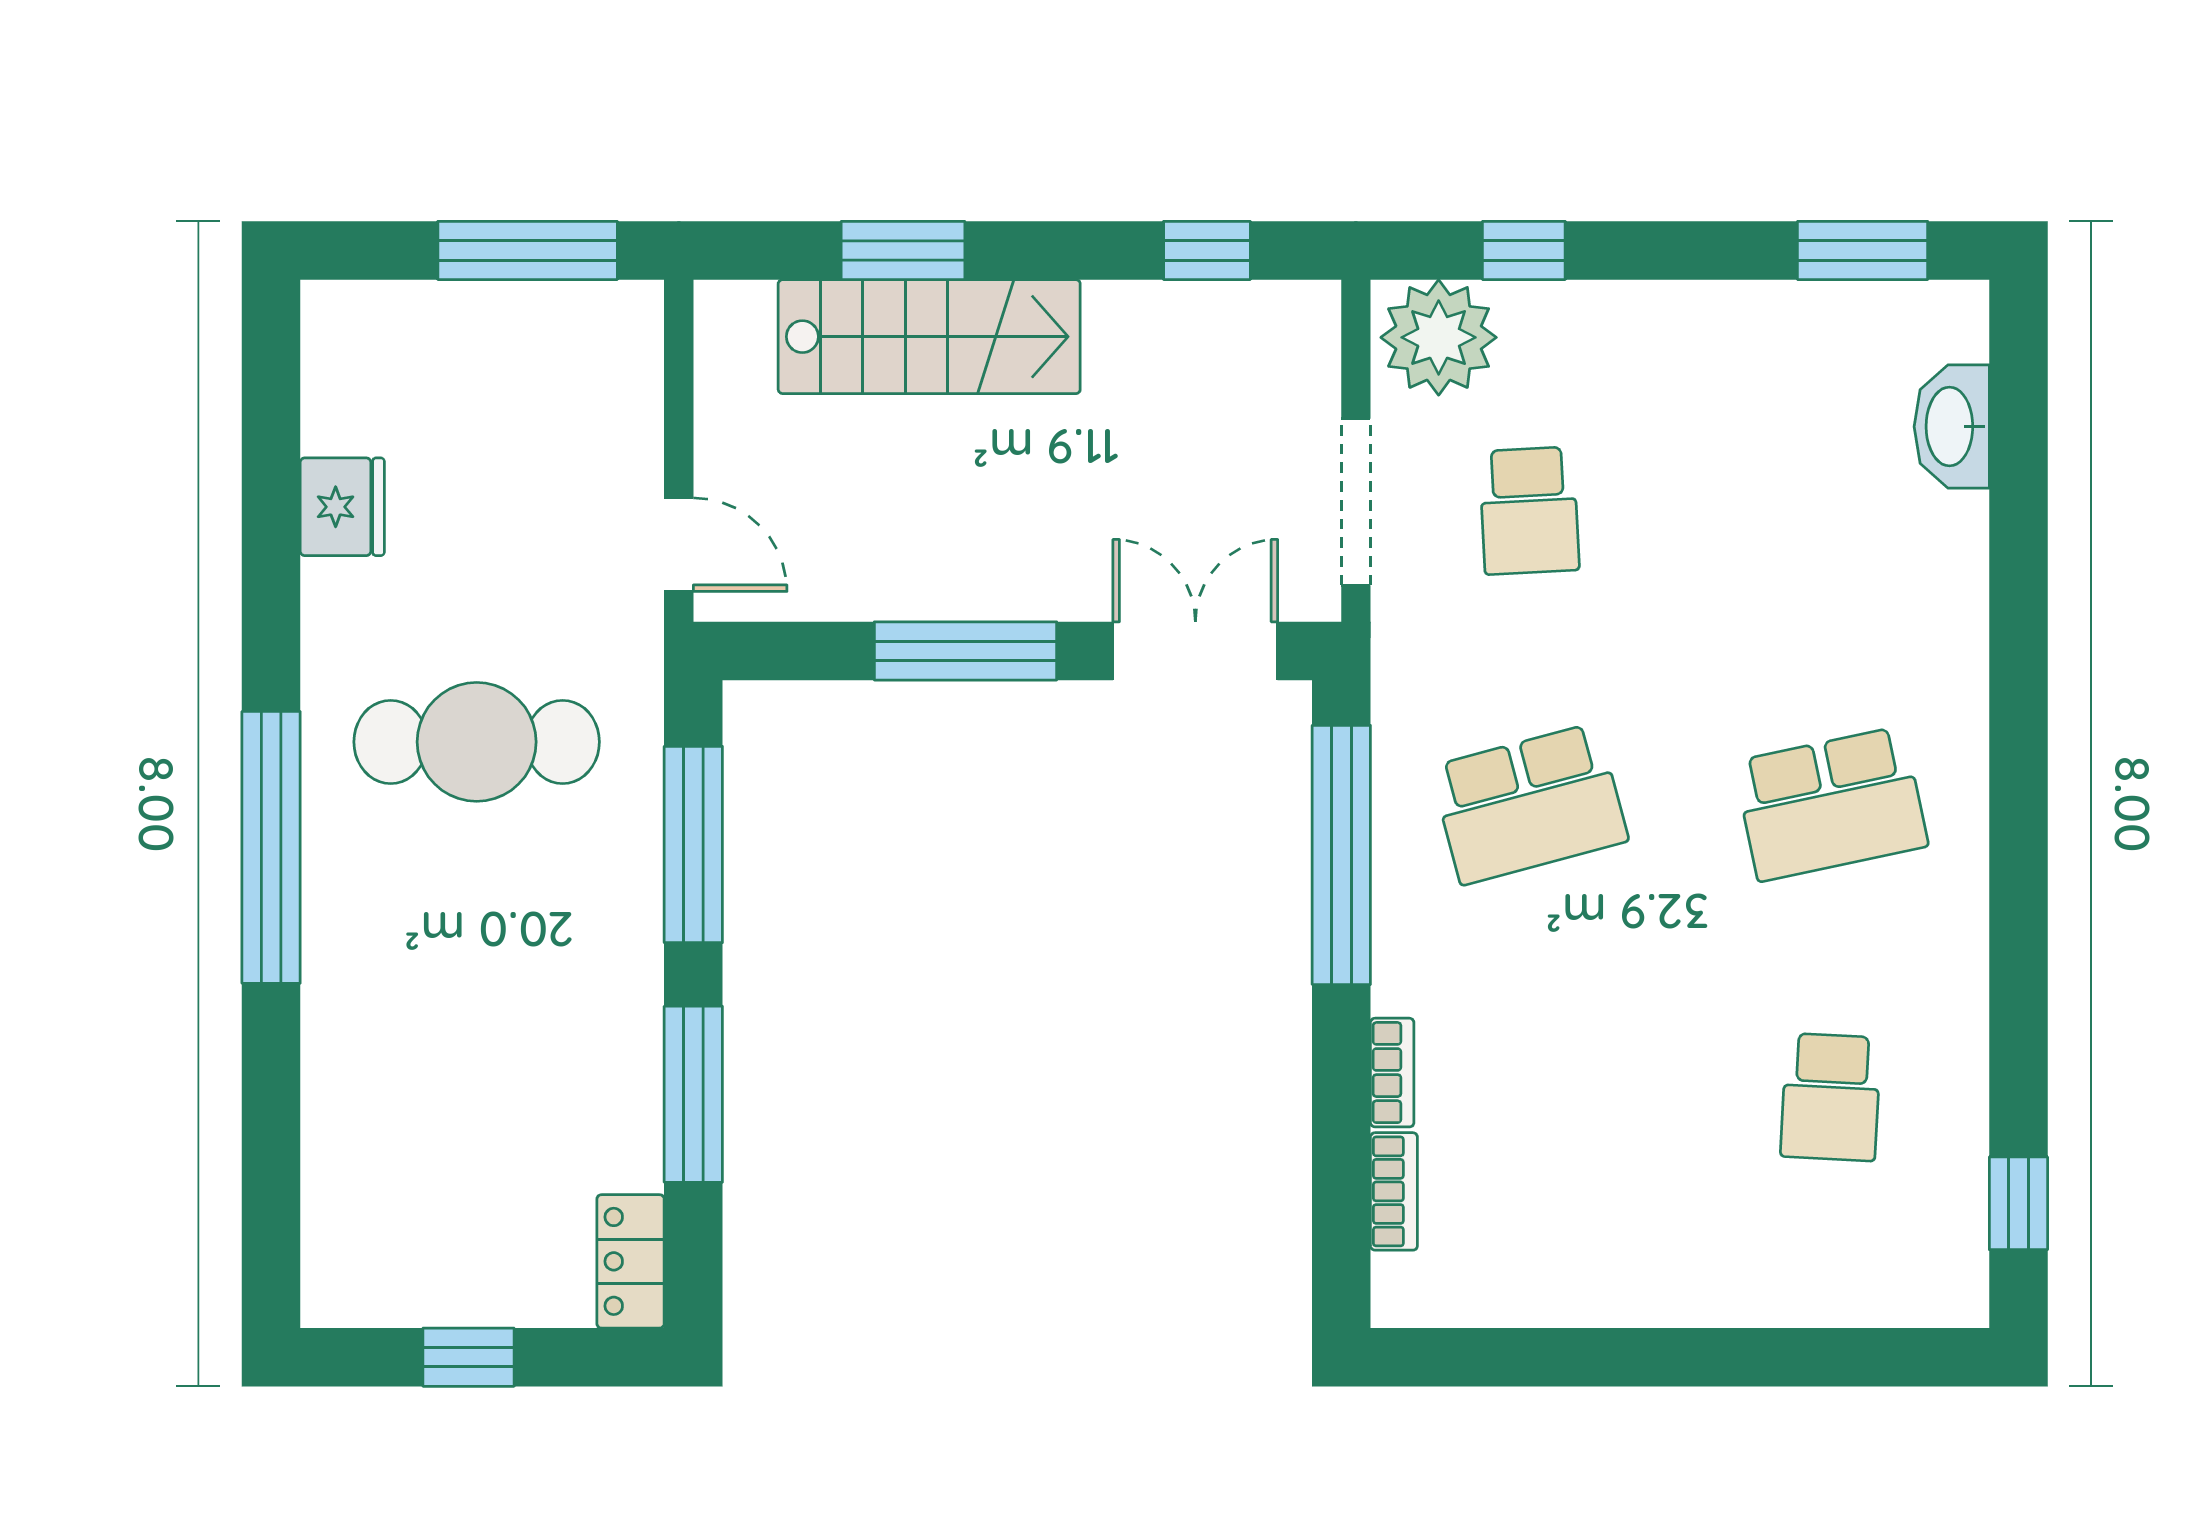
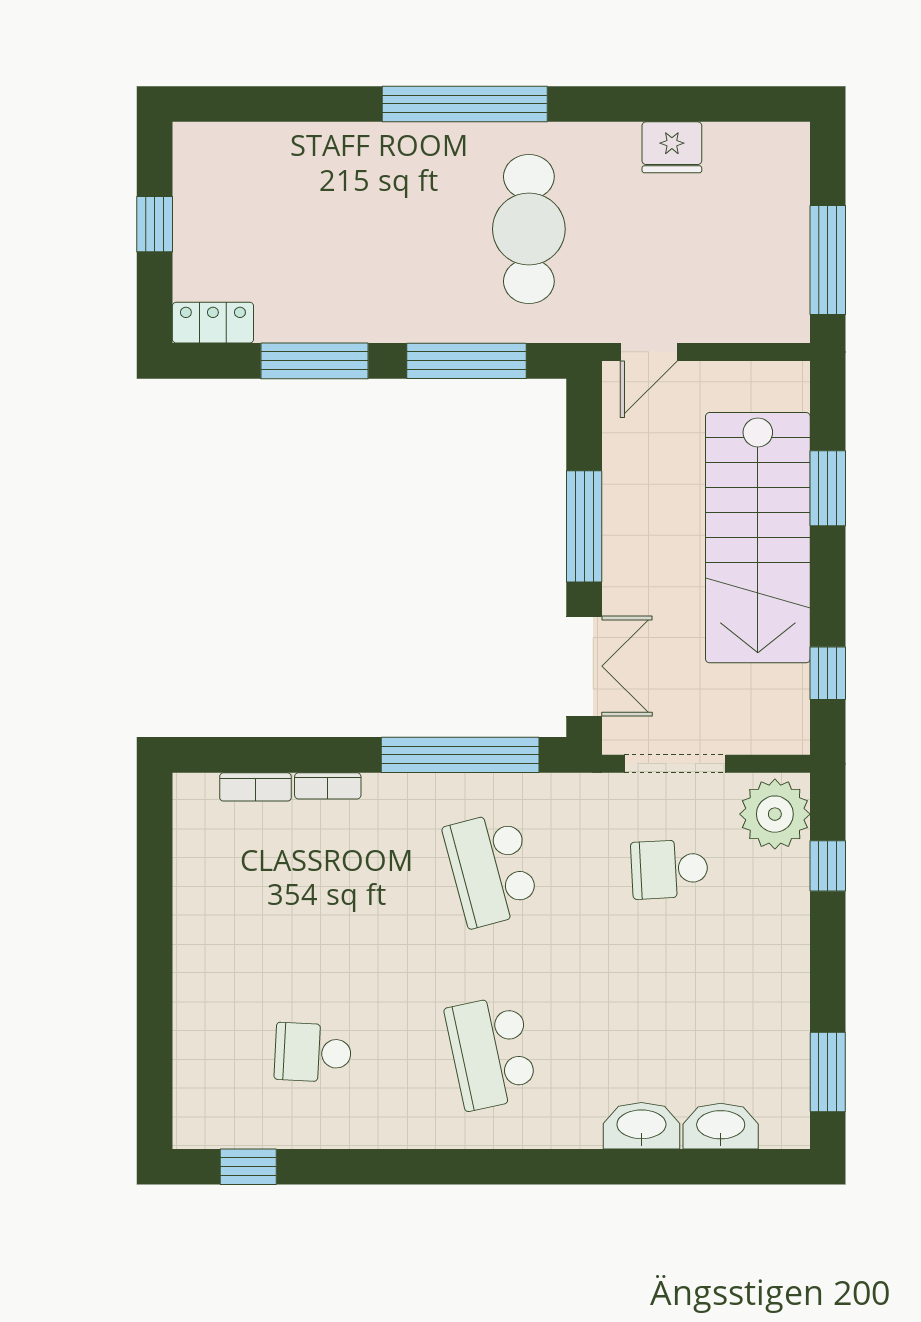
stairs: (929, 337) -> (758, 538), width x1.36, depth x1.51
washbasin: (1951, 557) -> (641, 1126), added

